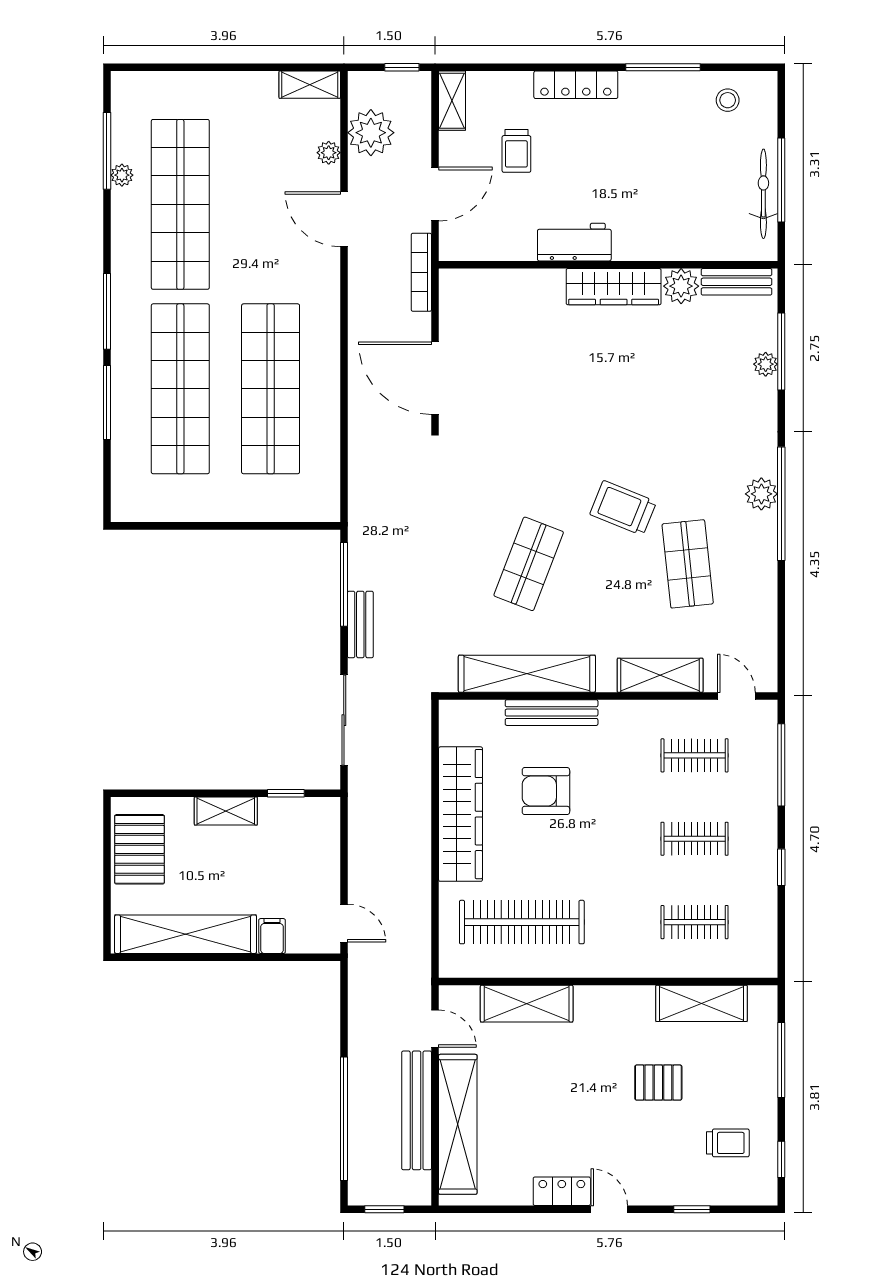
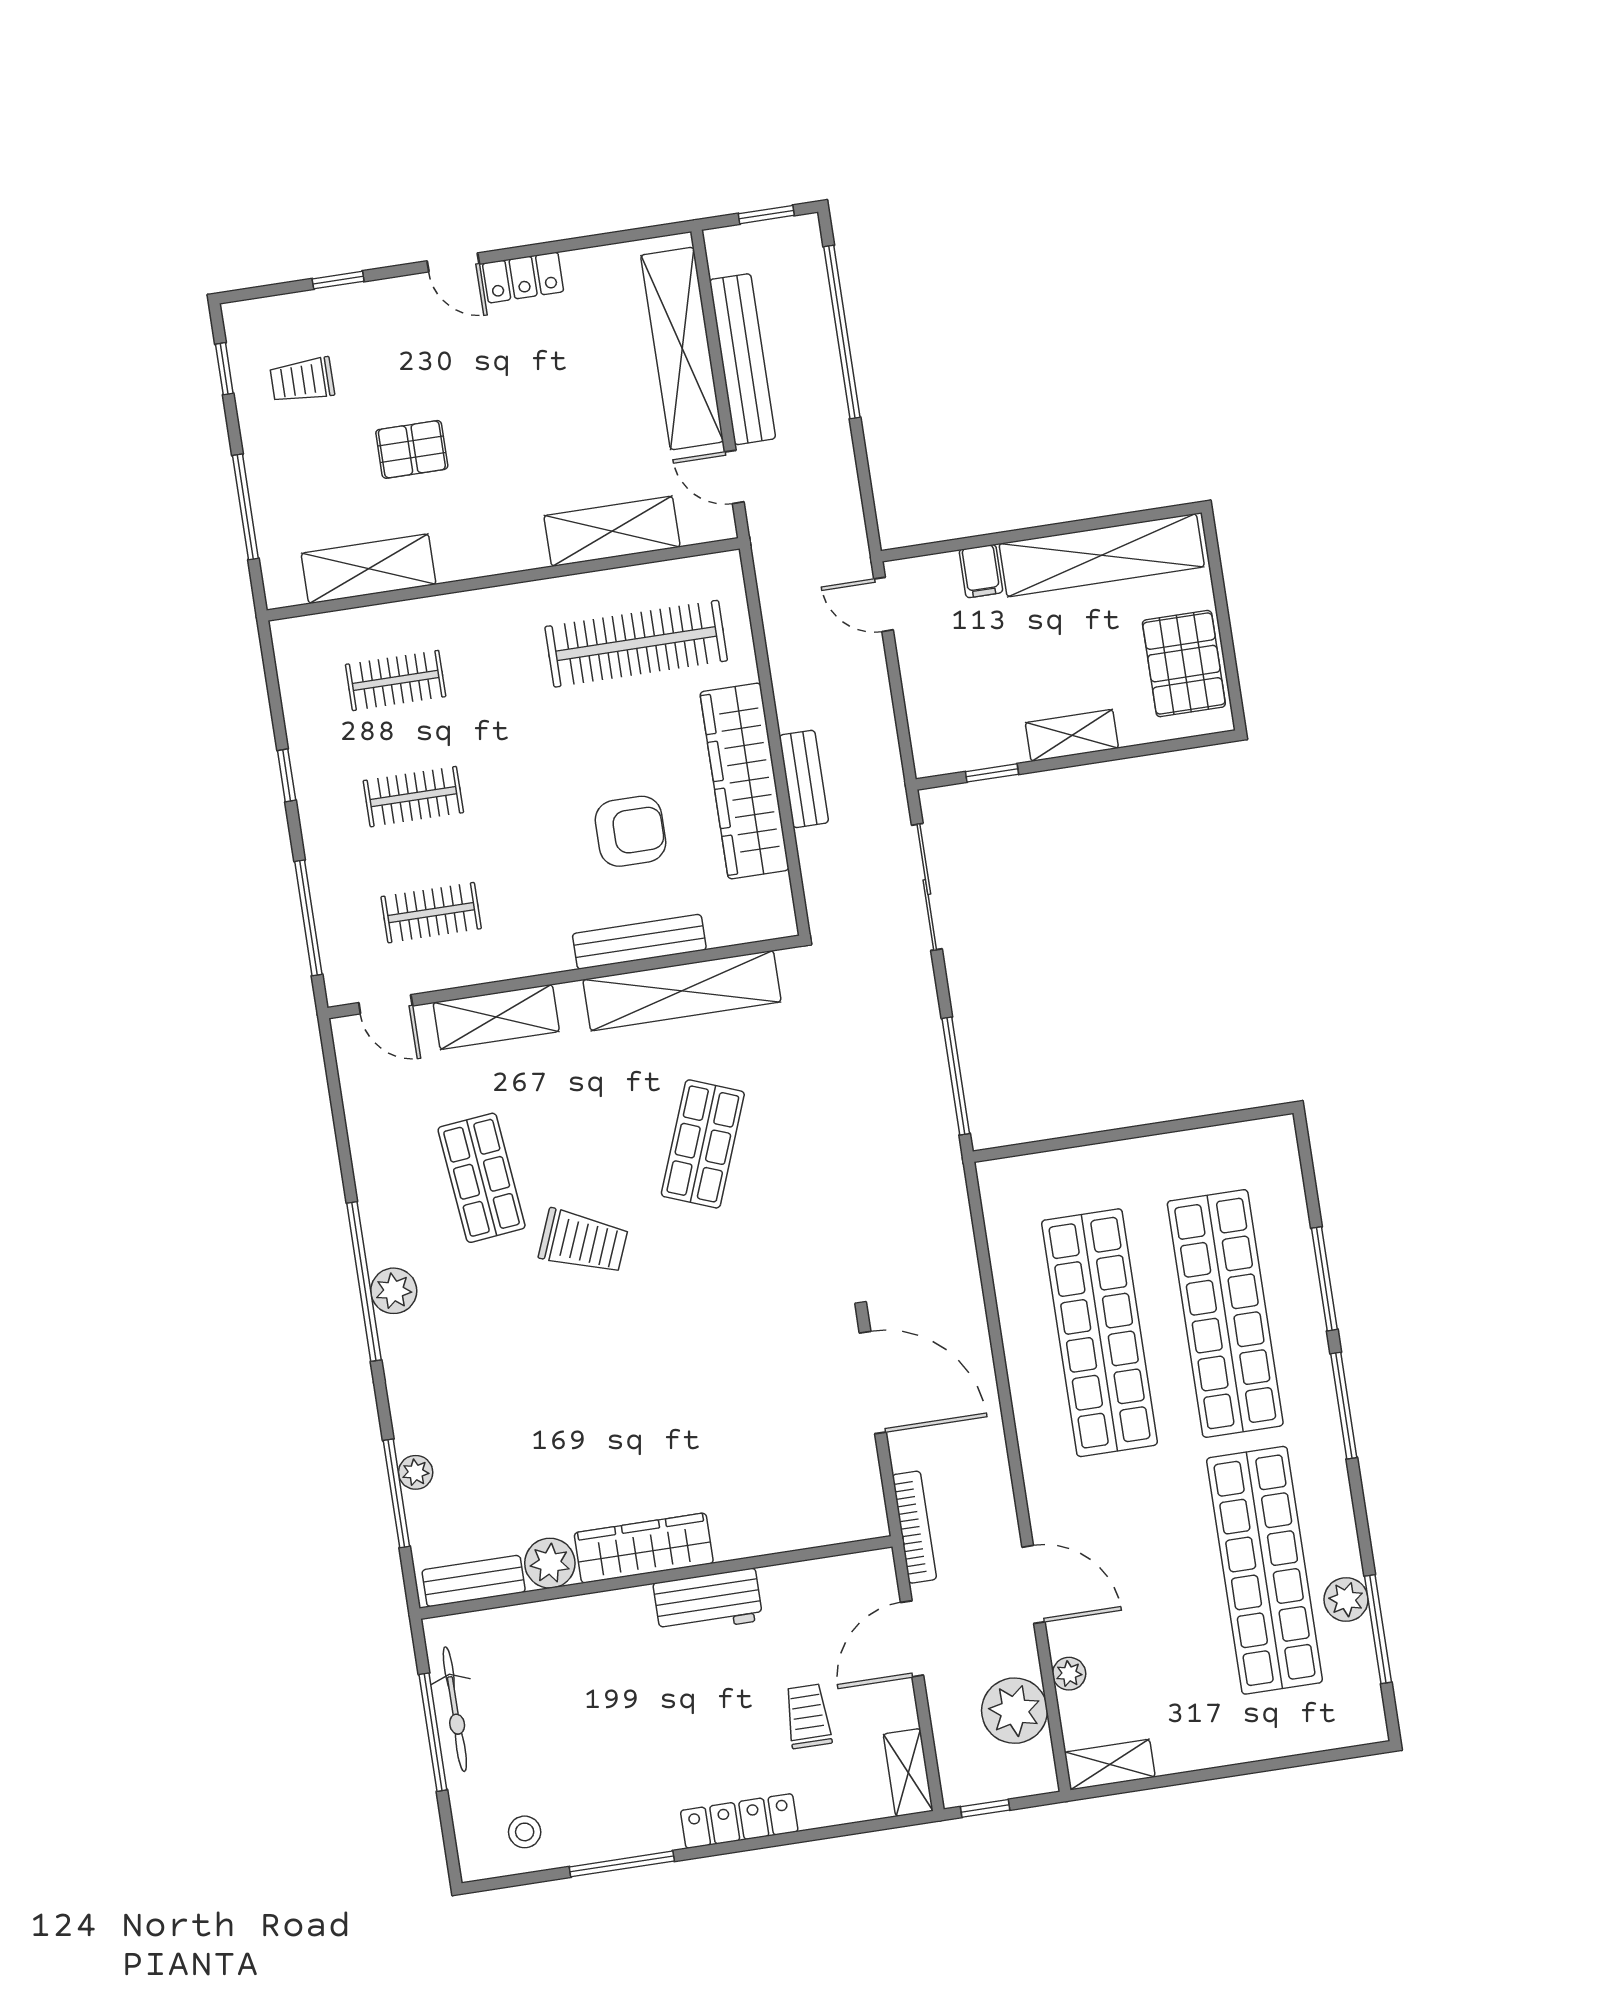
plant: (122, 175) -> (1346, 1599), width x1.38, depth x1.38
bench: (360, 624) -> (804, 779), moved

